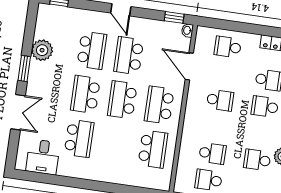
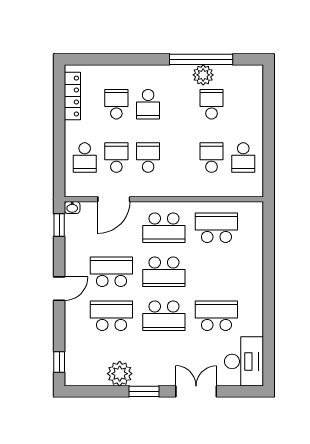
school desk: (129, 56) -> (111, 272), turned 180
school desk: (224, 74) -> (116, 158), added
desk: (43, 157) -> (244, 361), width x1.37
school desk: (257, 160) -> (212, 104), turned 180

